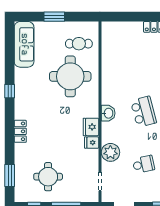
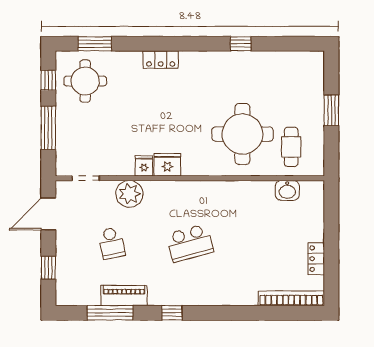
sofa: (24, 44) -> (290, 65), removed
window: (10, 91) -> (241, 44), moved
washbasin: (108, 113) -> (287, 190), moved
round table: (48, 177) -> (85, 81), moved

